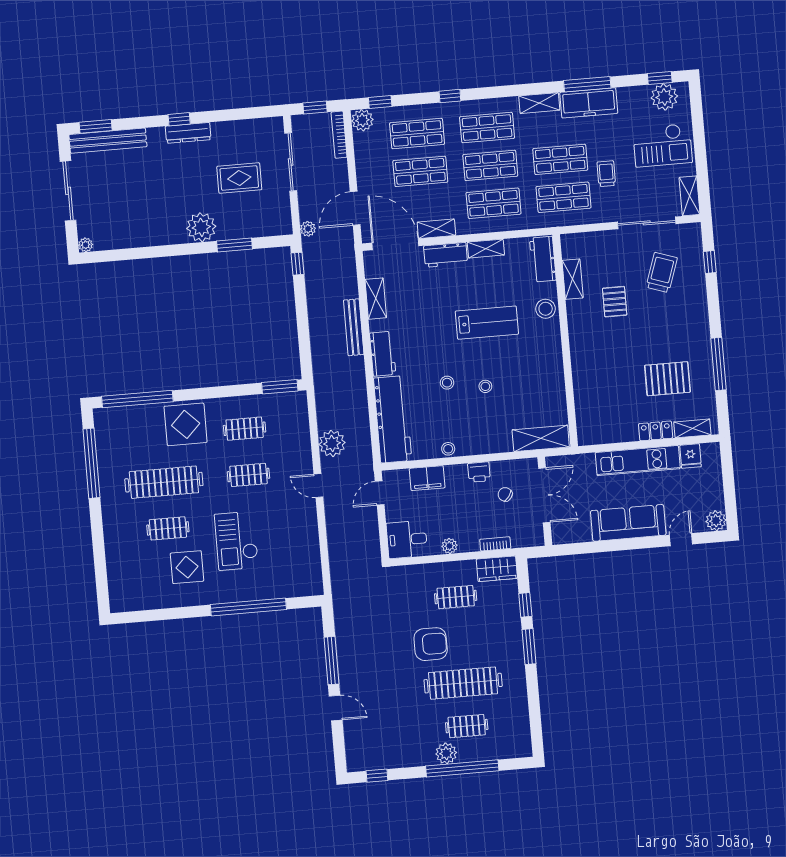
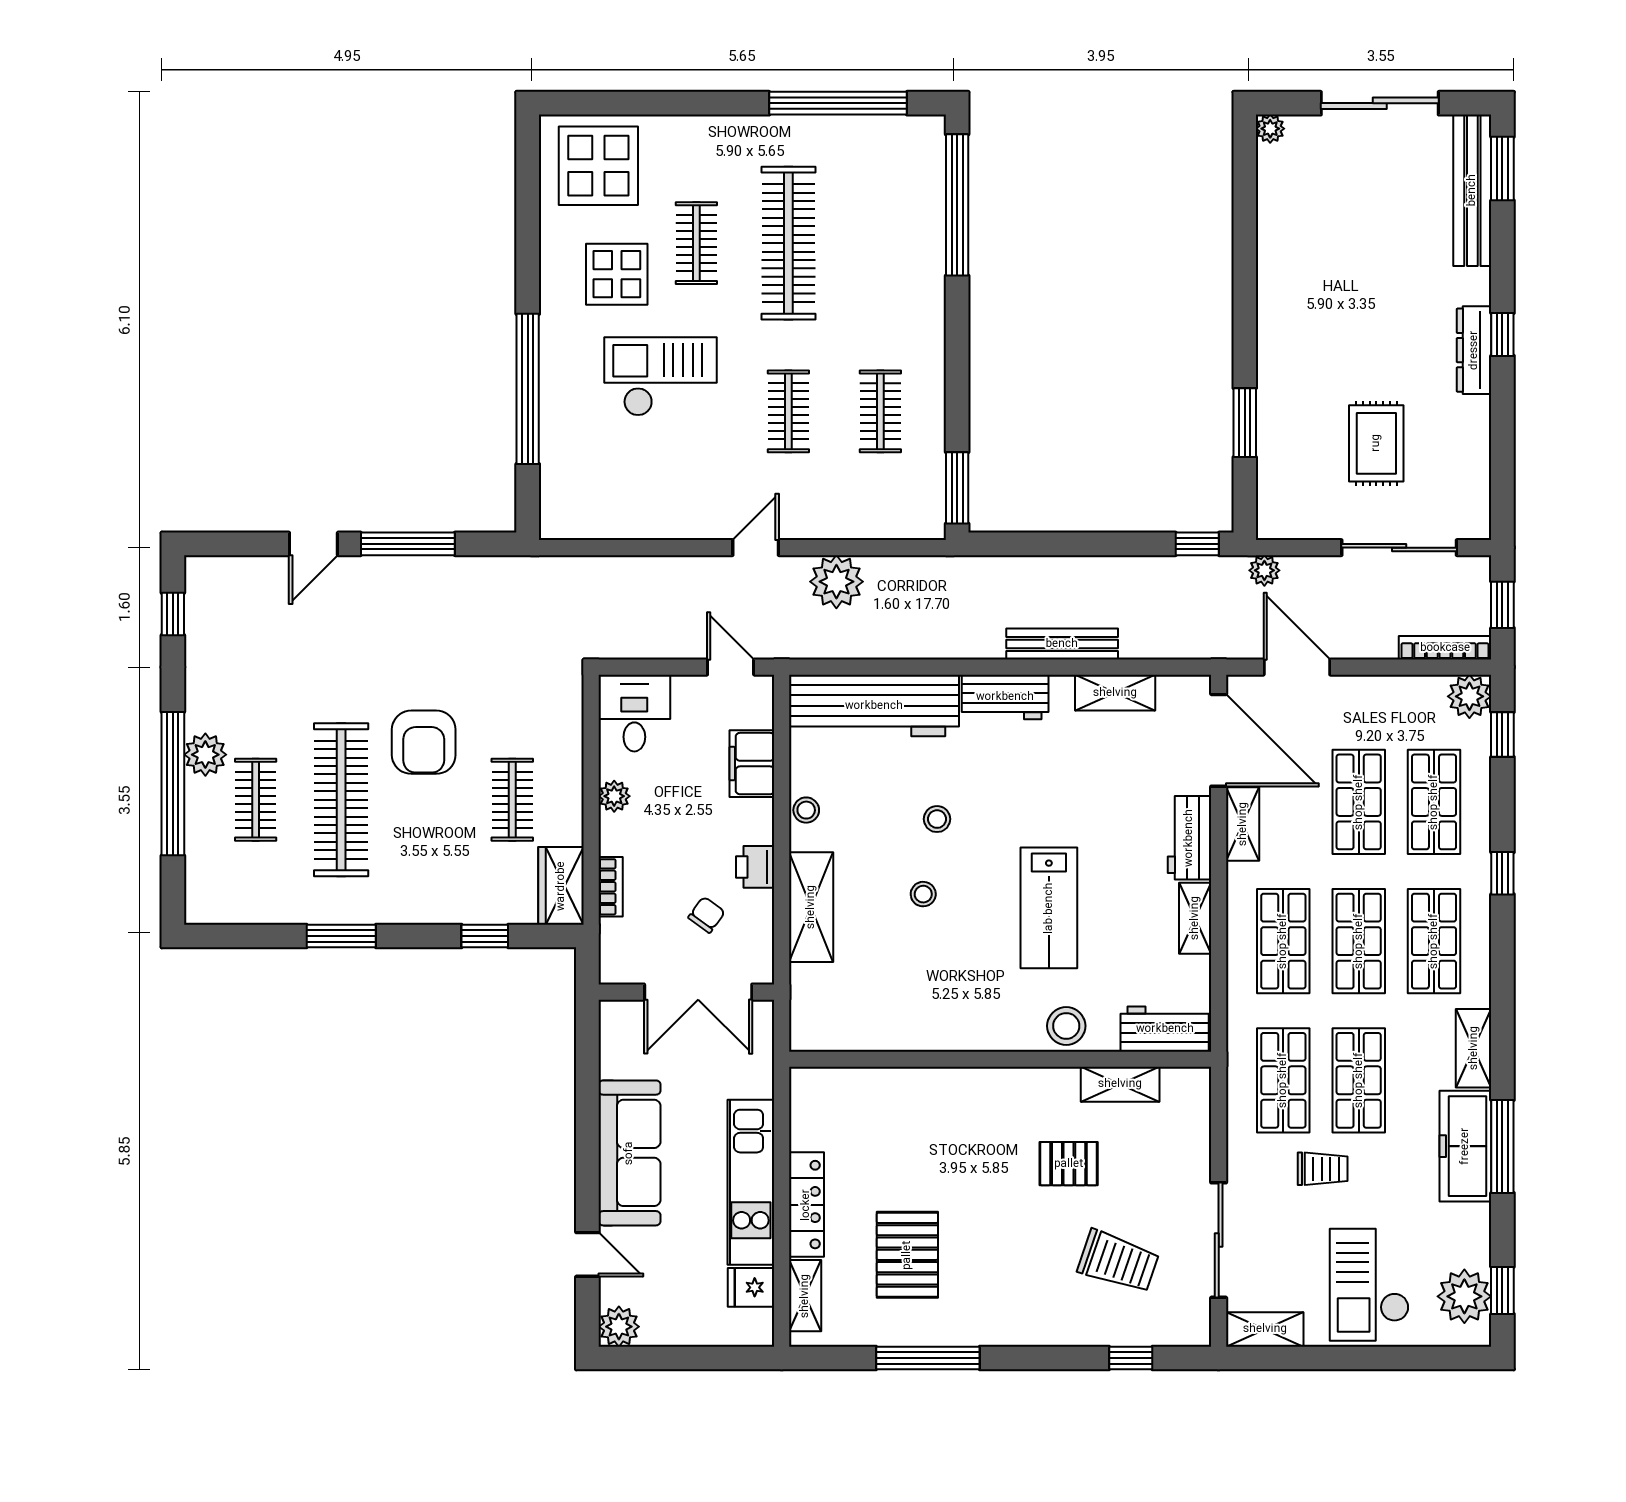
plant: (201, 227) -> (1285, 360), removed
door: (395, 244) -> (1219, 740), hinge flipped
display table: (186, 424) -> (598, 166), moved
locker: (656, 431) -> (806, 1205), width x1.53
shelving: (541, 438) -> (811, 907), moved
window: (529, 647) -> (341, 936), moved

